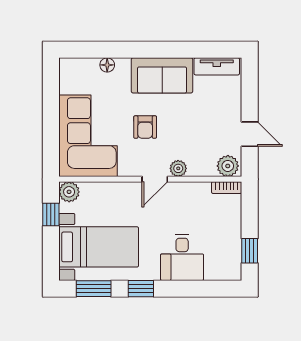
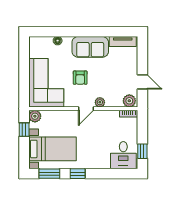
desk: (182, 257) -> (123, 155), moved

